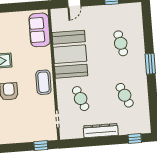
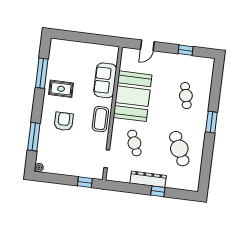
sofa: (40, 30) -> (105, 80), moved
cafe table: (125, 95) -> (179, 149), width x1.37, depth x1.35
window: (135, 139) -> (158, 191), moved

